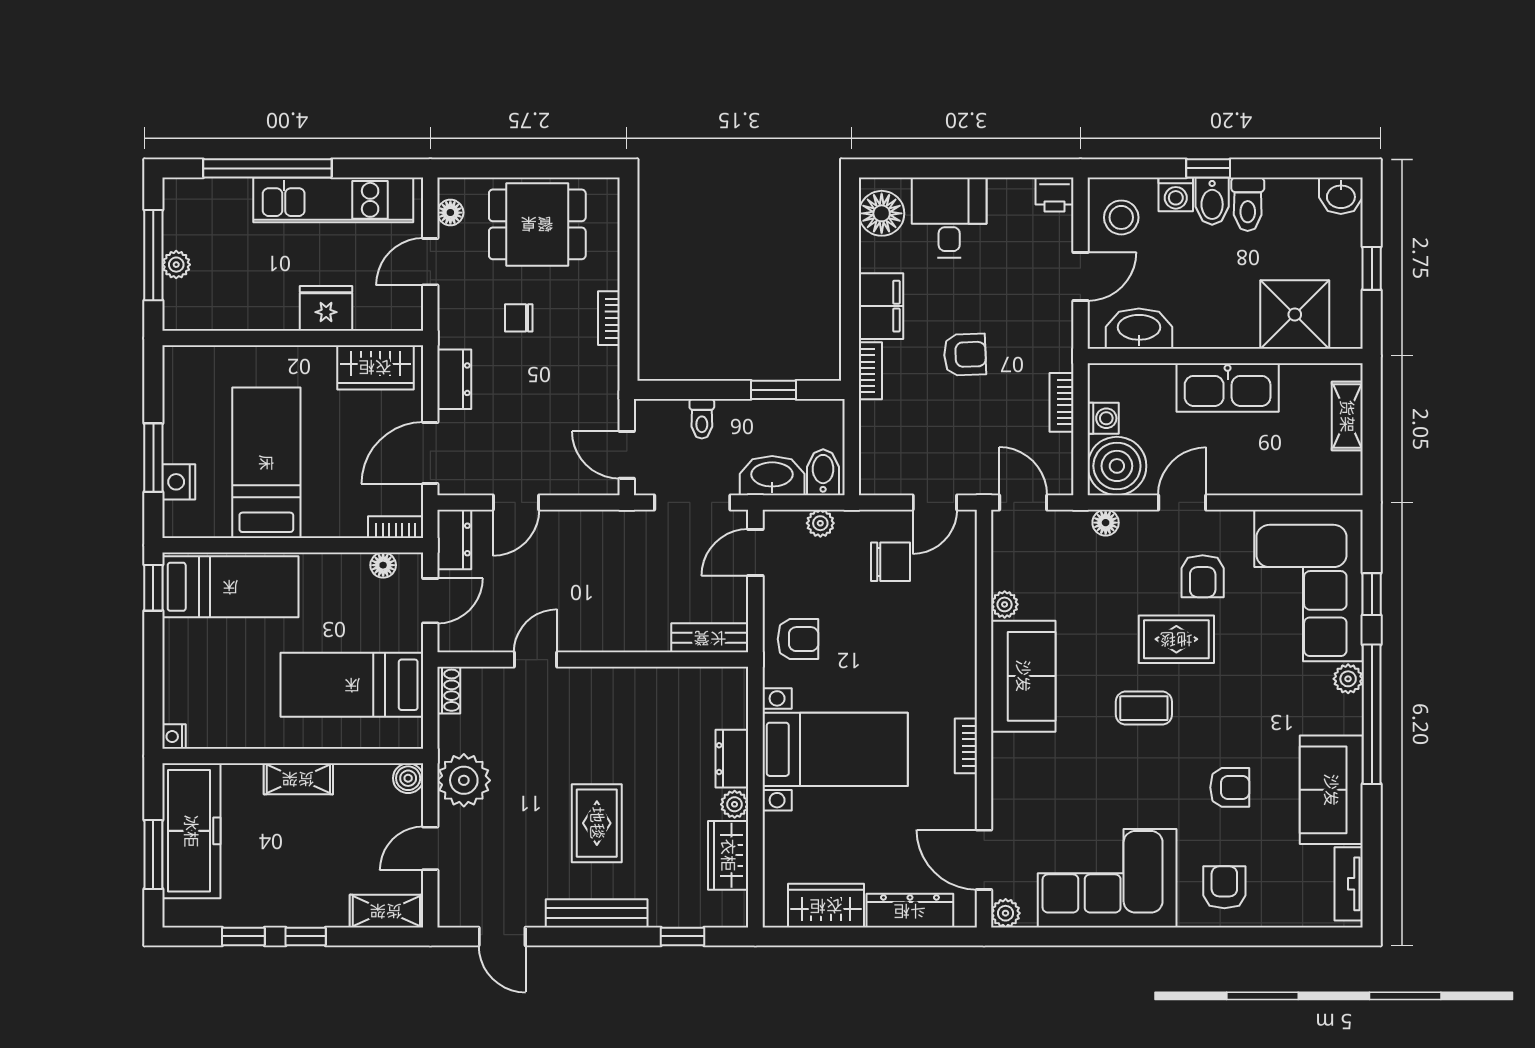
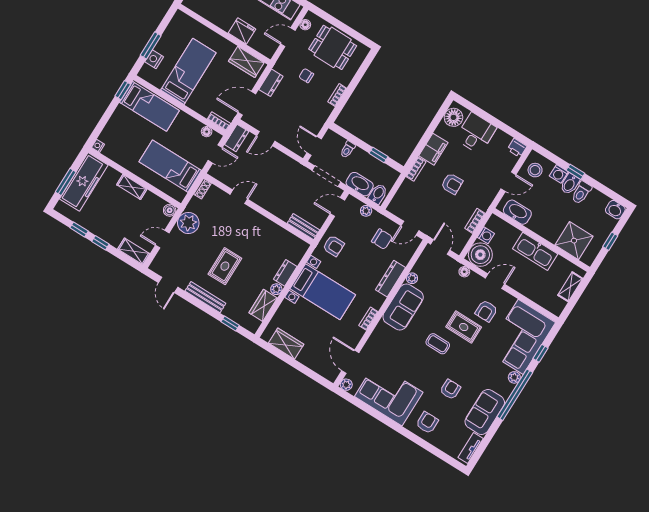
armchair: (1230, 787) -> (450, 389), turned -90
dresser: (910, 911) -> (391, 279), moved, turned -90

